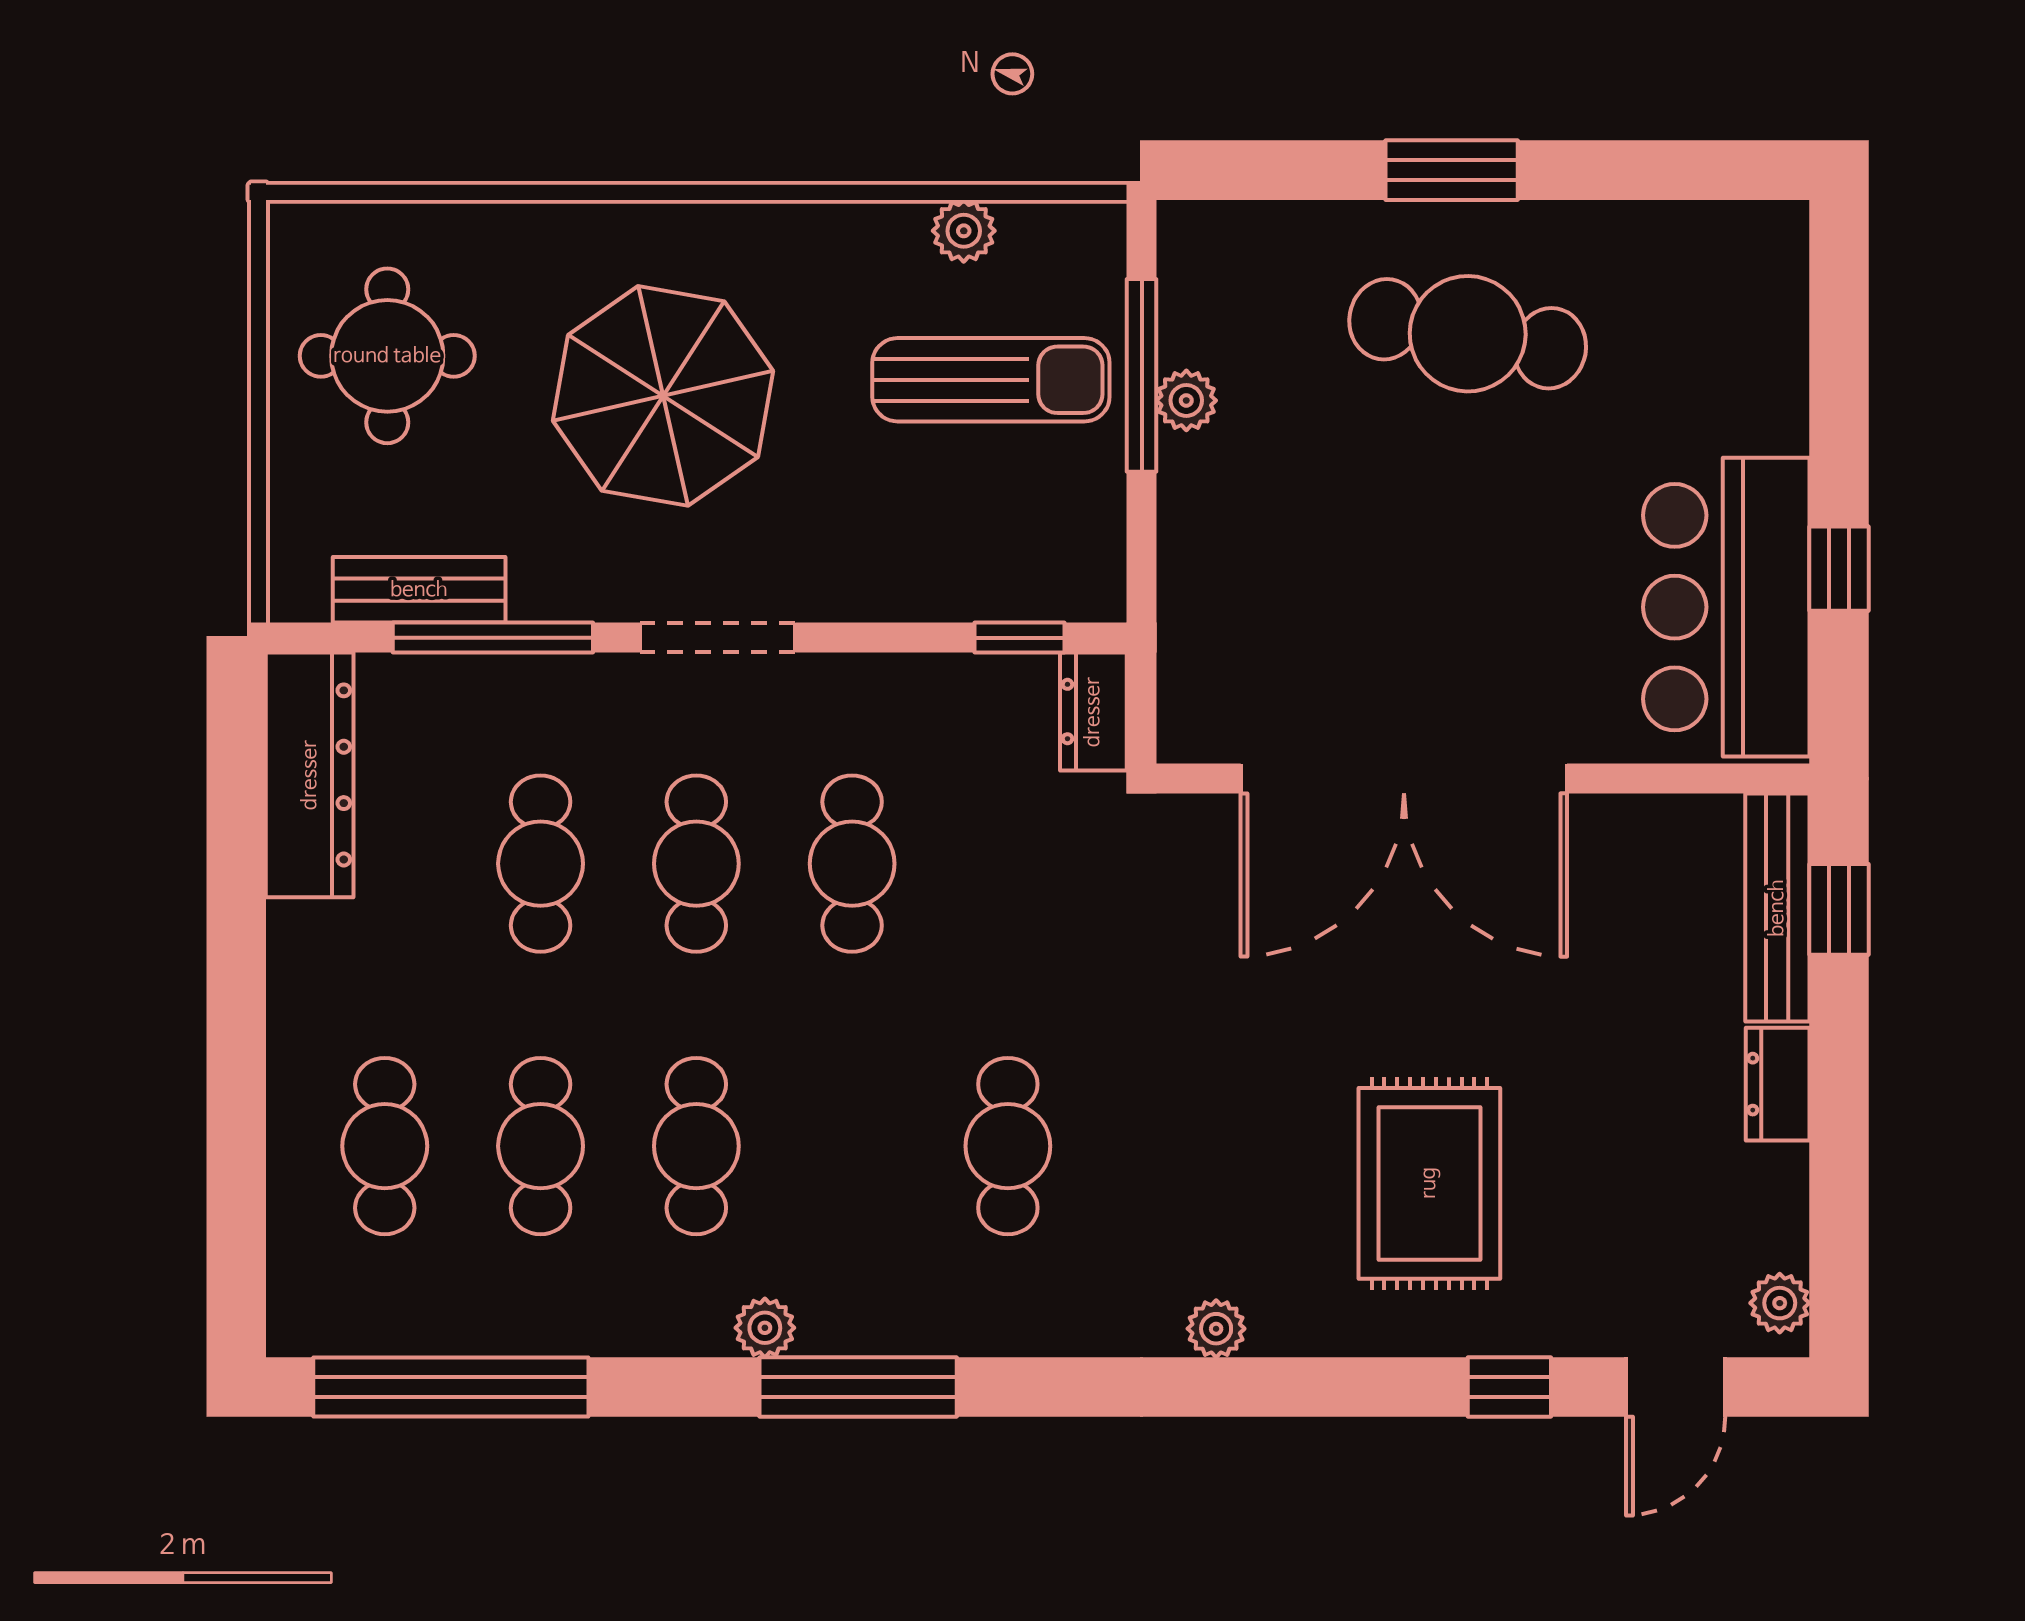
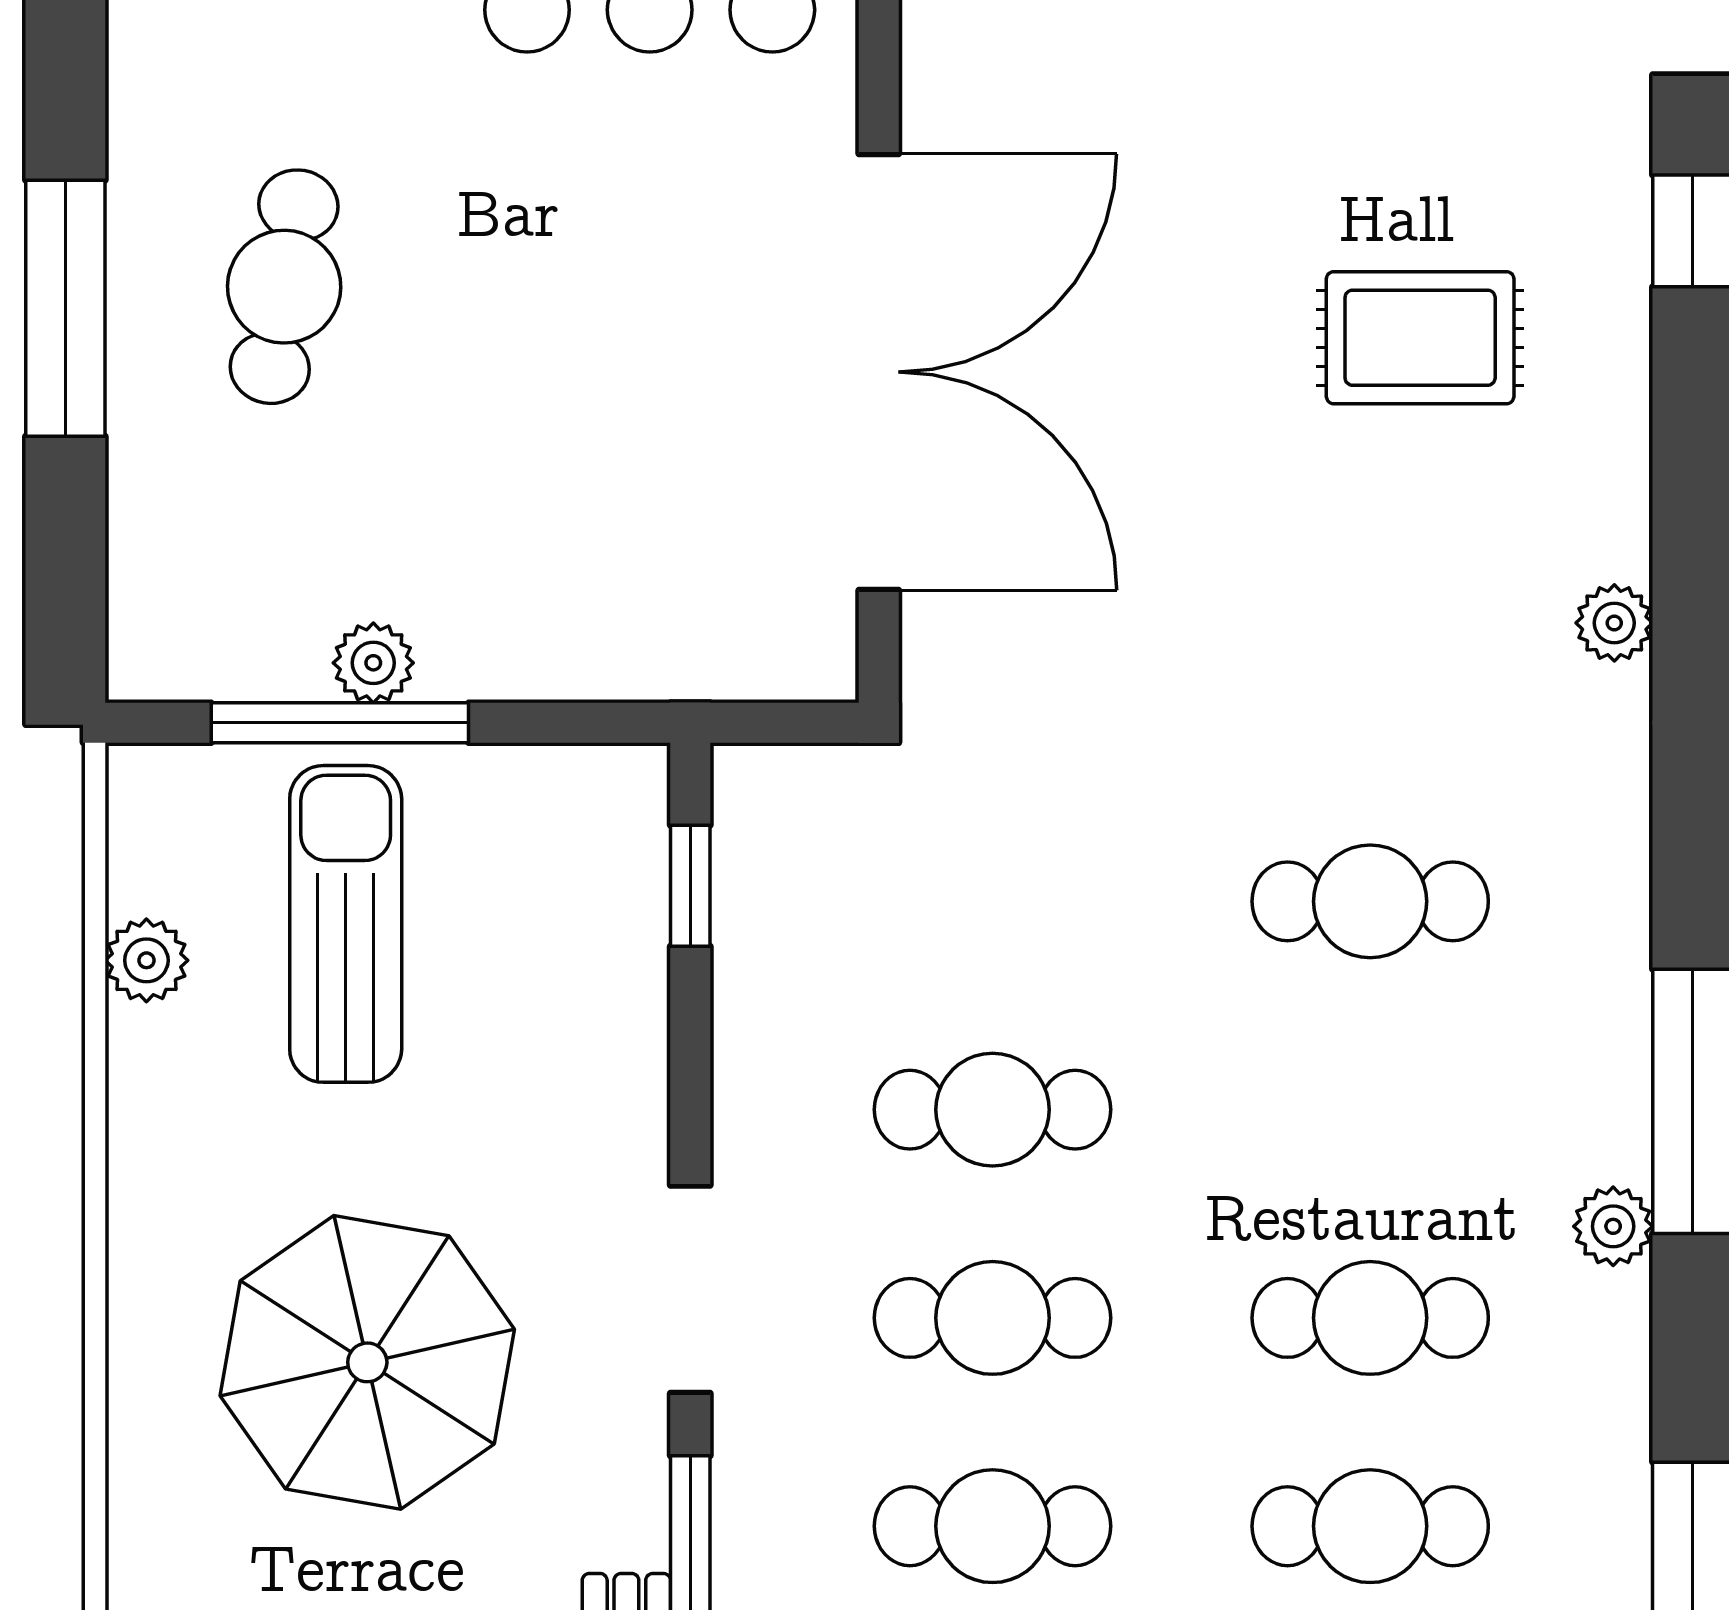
window: (1452, 170) -> (65, 308), width x1.44
cafe table: (1468, 334) -> (284, 287), width x0.73, depth x0.74
dresser: (1093, 712) -> (789, 787), removed
rug: (1429, 1183) -> (1420, 338), width x0.73, depth x0.70

